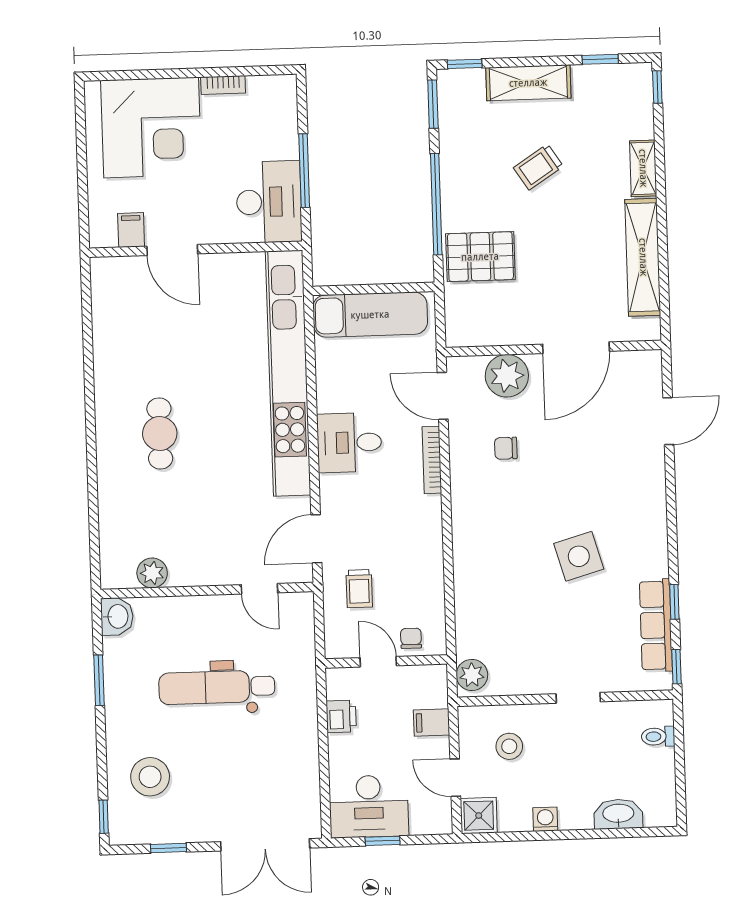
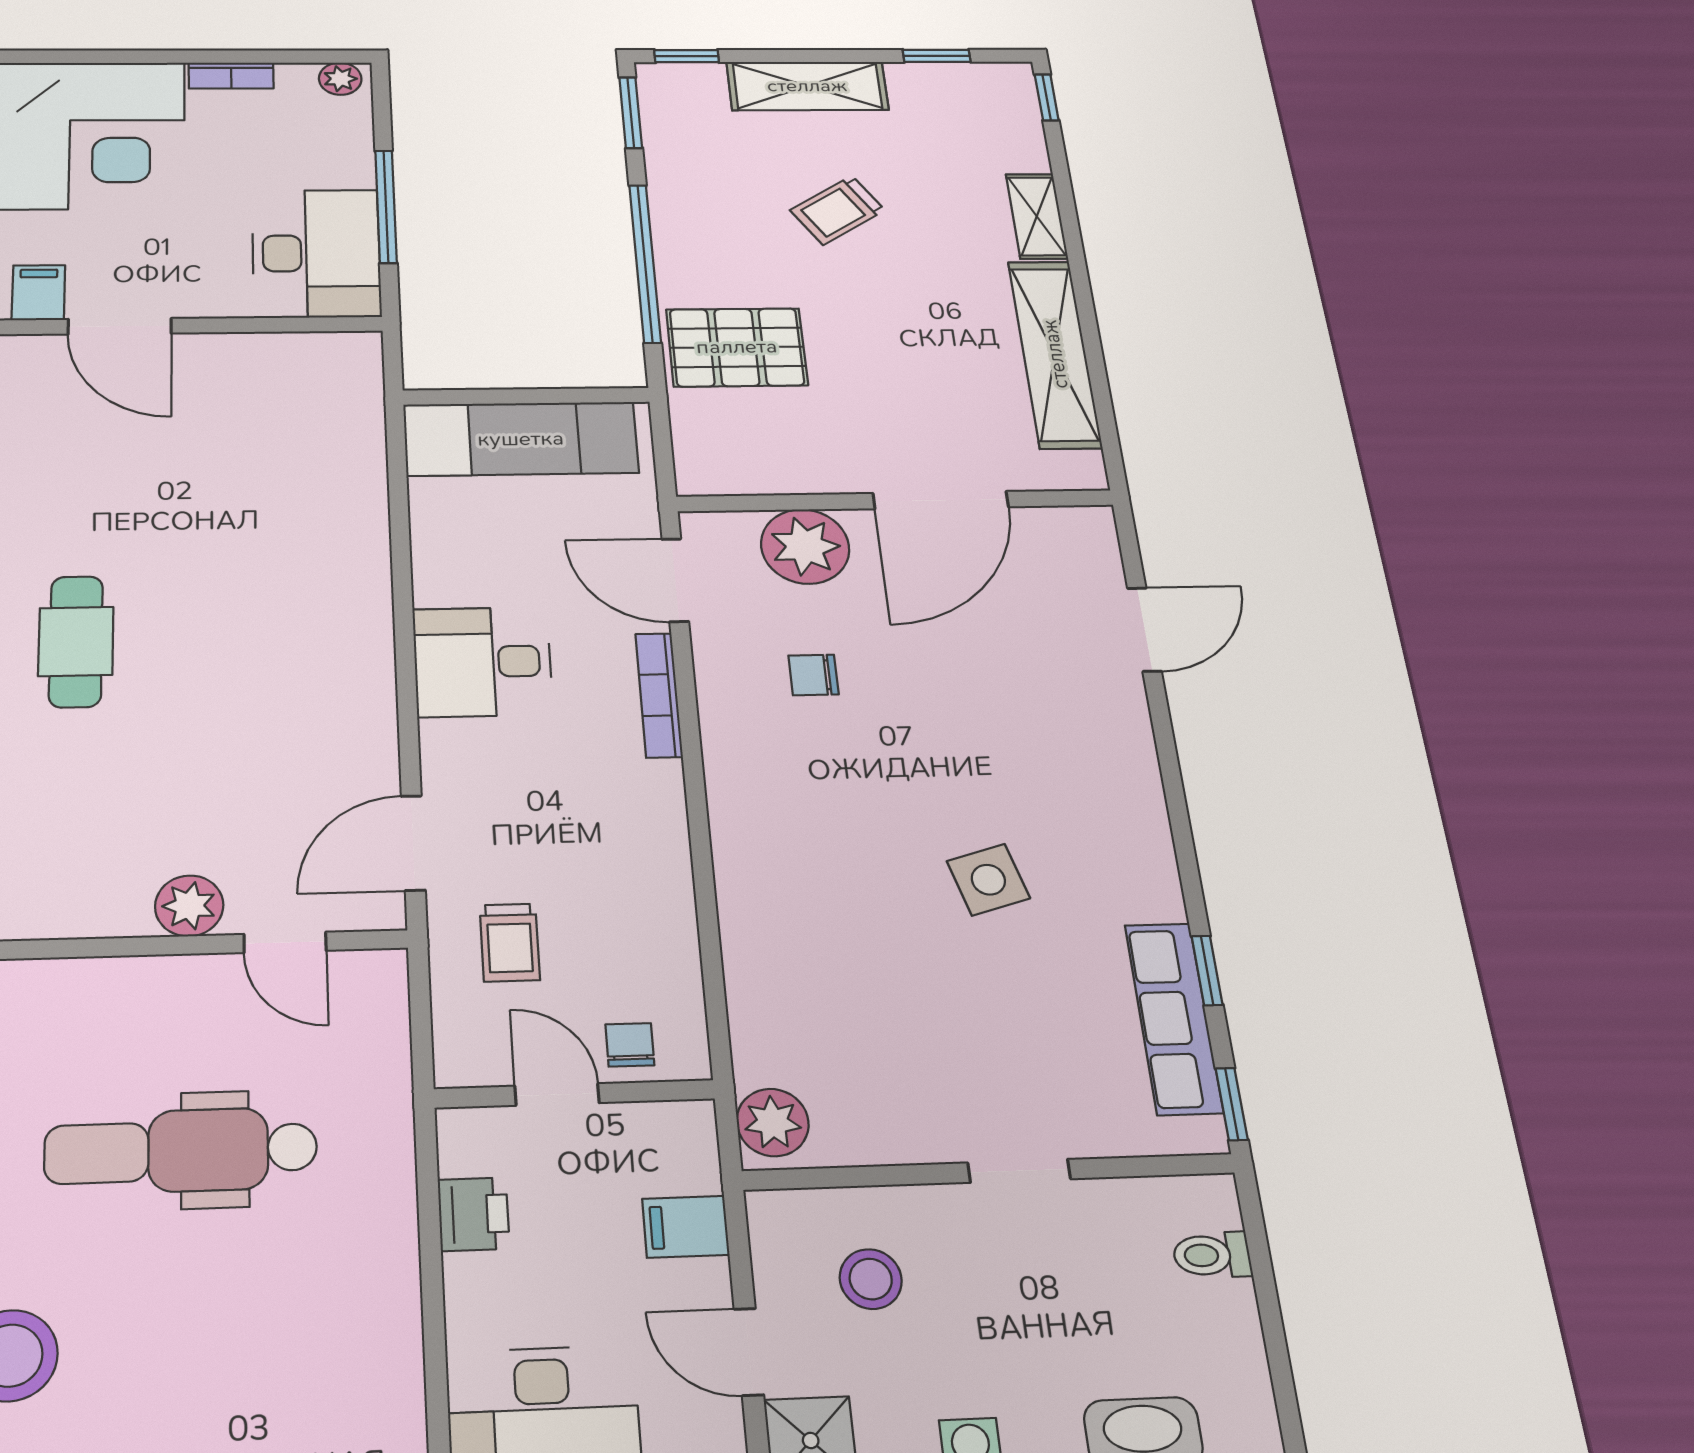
plant: (280, 85) -> (340, 79), added
kitchen unit: (288, 373) -> (352, 537), removed
side table: (579, 556) -> (988, 880), width x0.73, depth x0.73
plant: (152, 573) -> (189, 906), moved

